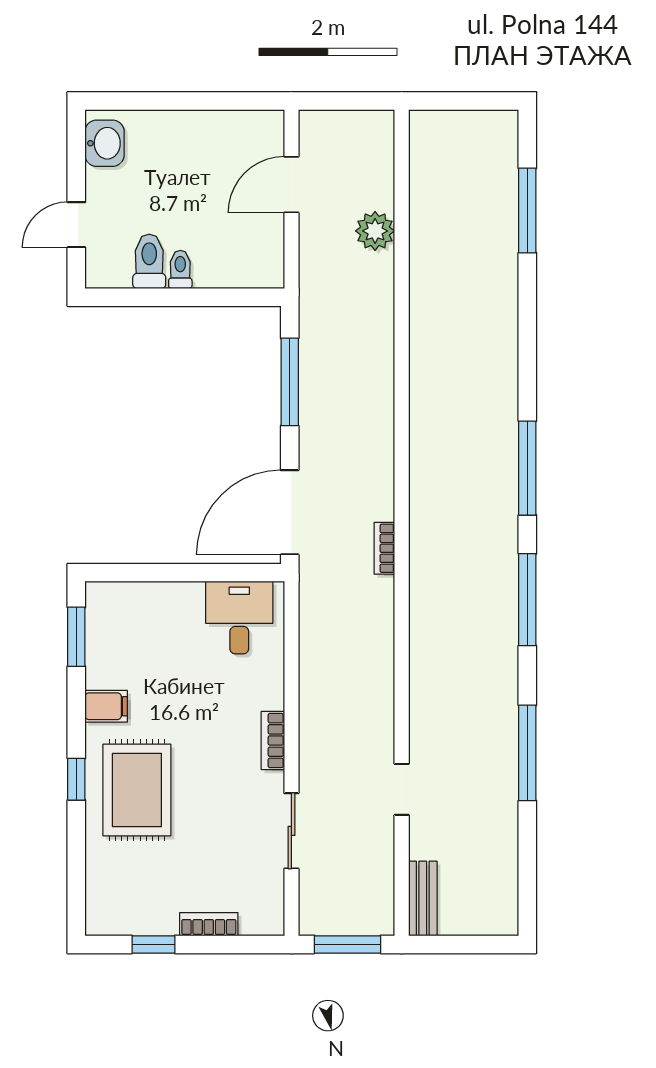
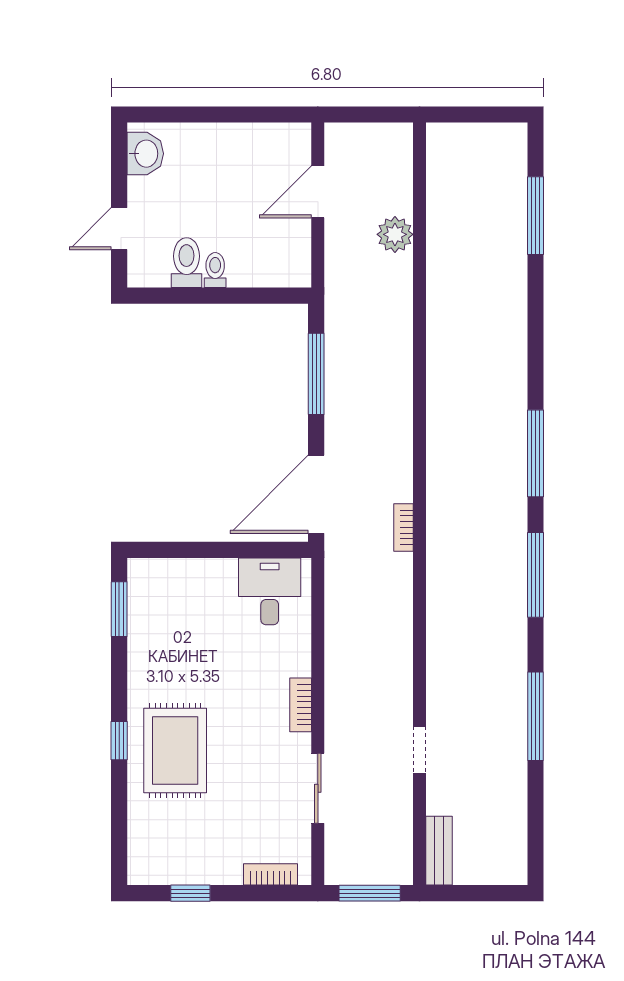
filing cabinet: (106, 706) -> (147, 673), removed
bookcase: (209, 924) -> (271, 874), moved

